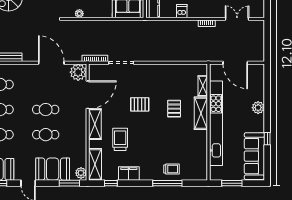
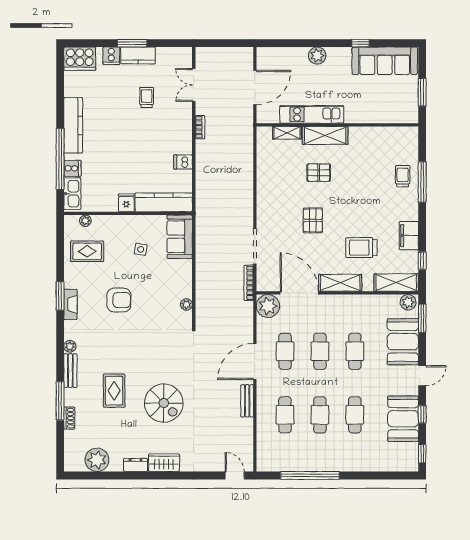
door: (51, 63) -> (255, 362), moved
cafe table: (46, 84) -> (285, 351), added
kitchen unit: (216, 123) -> (312, 114), width x0.54

